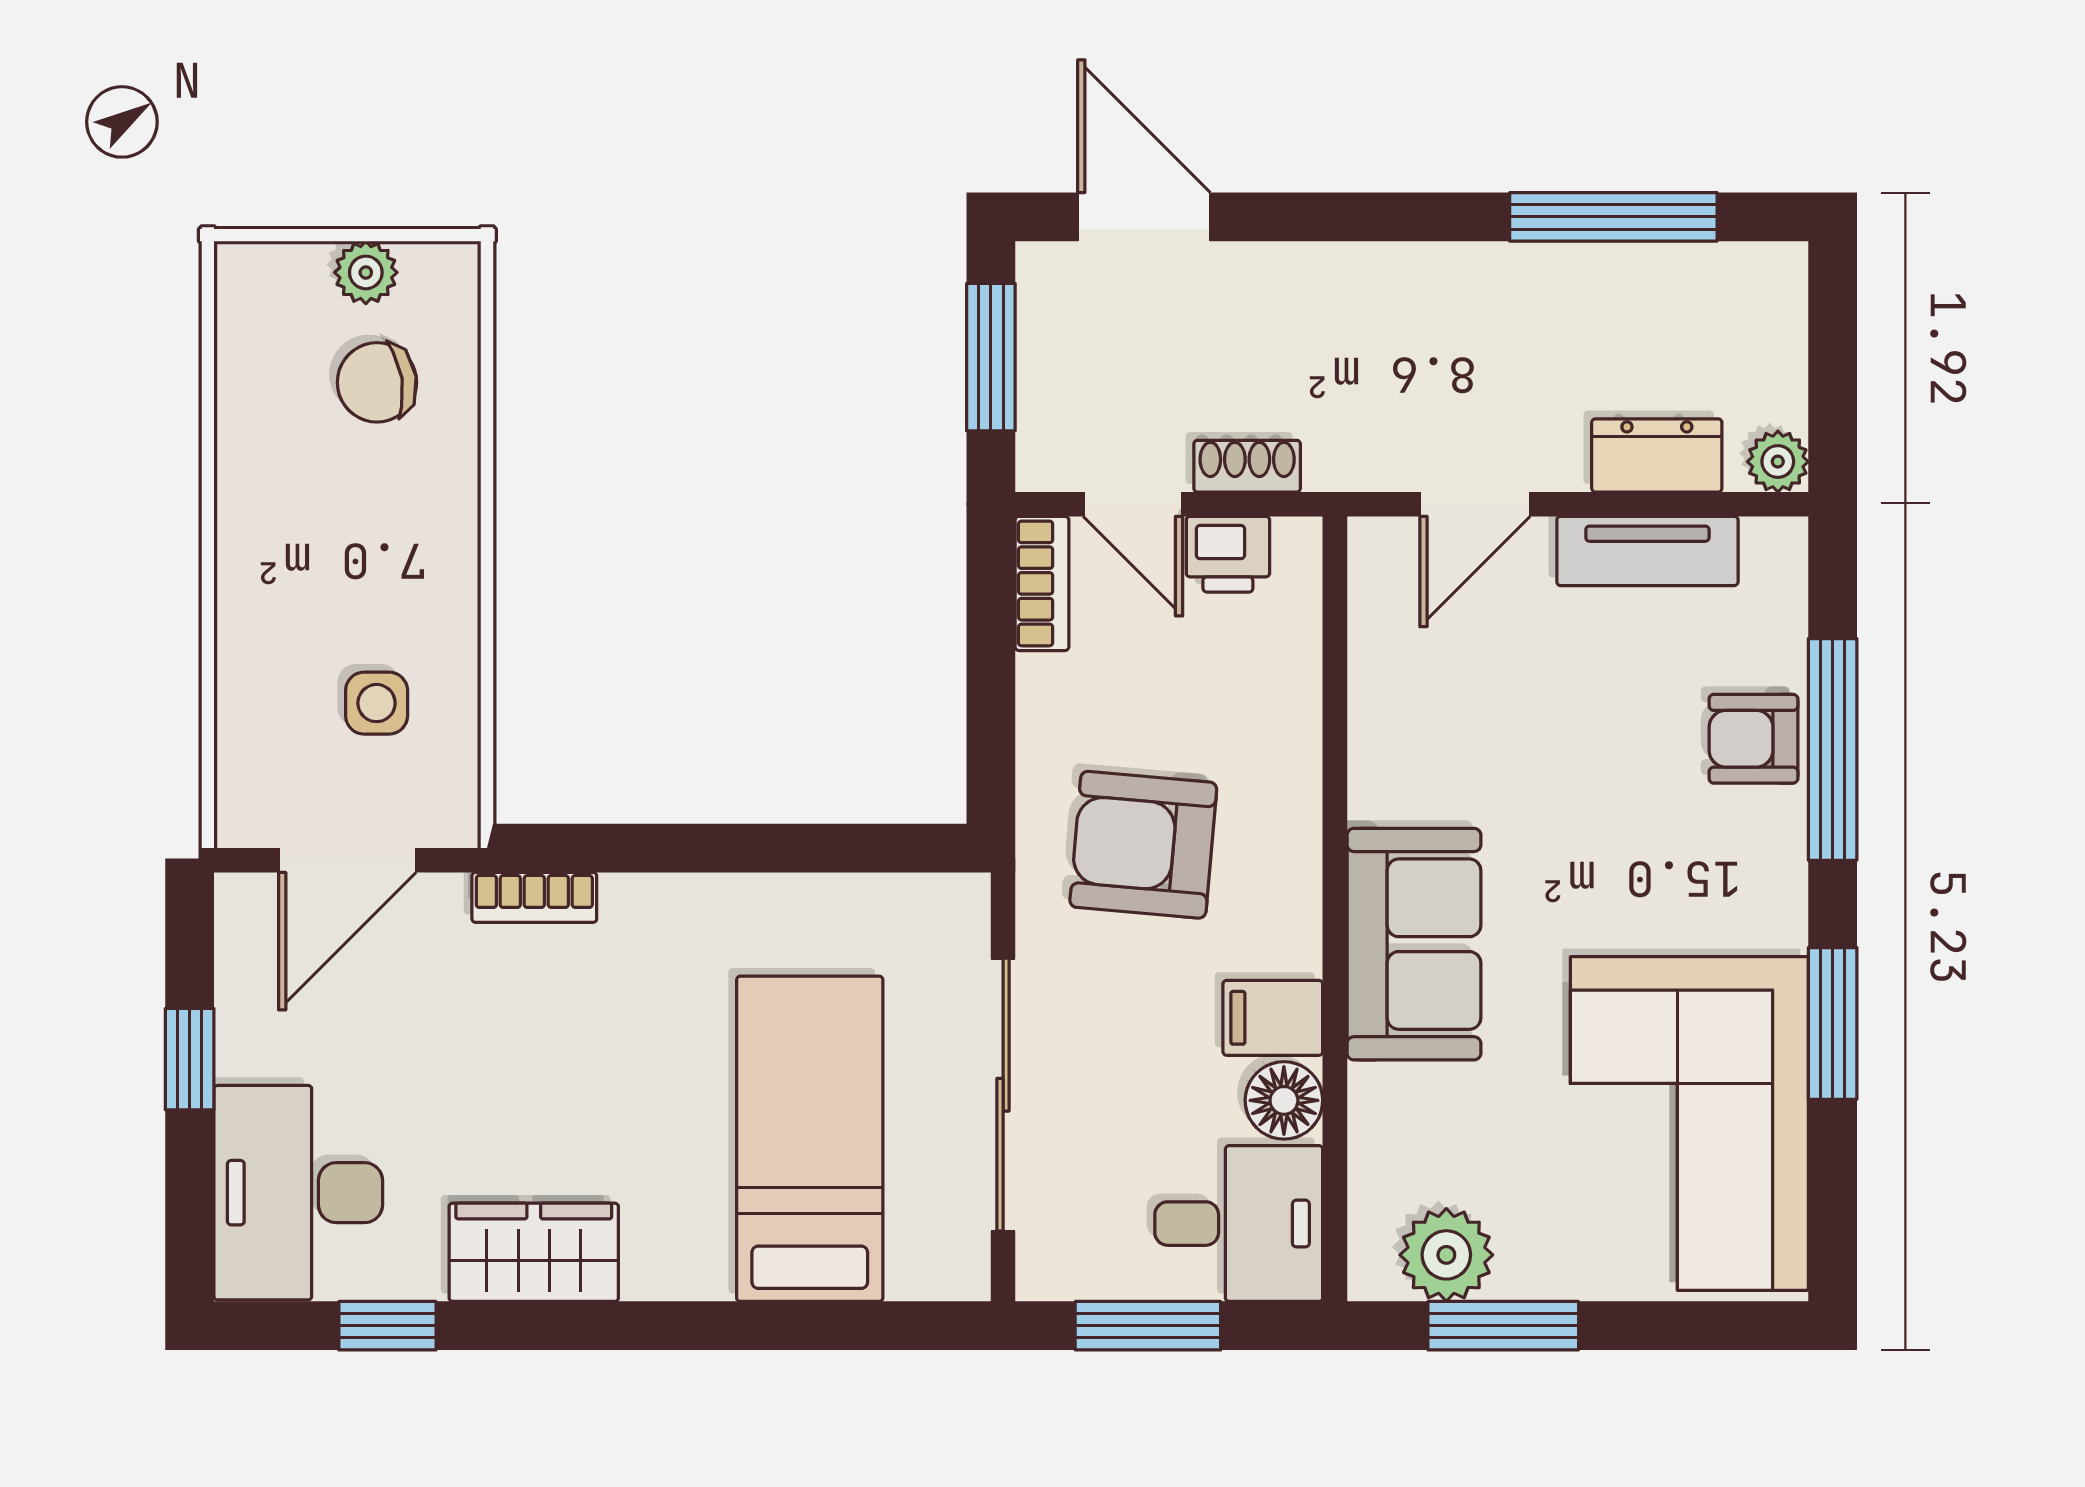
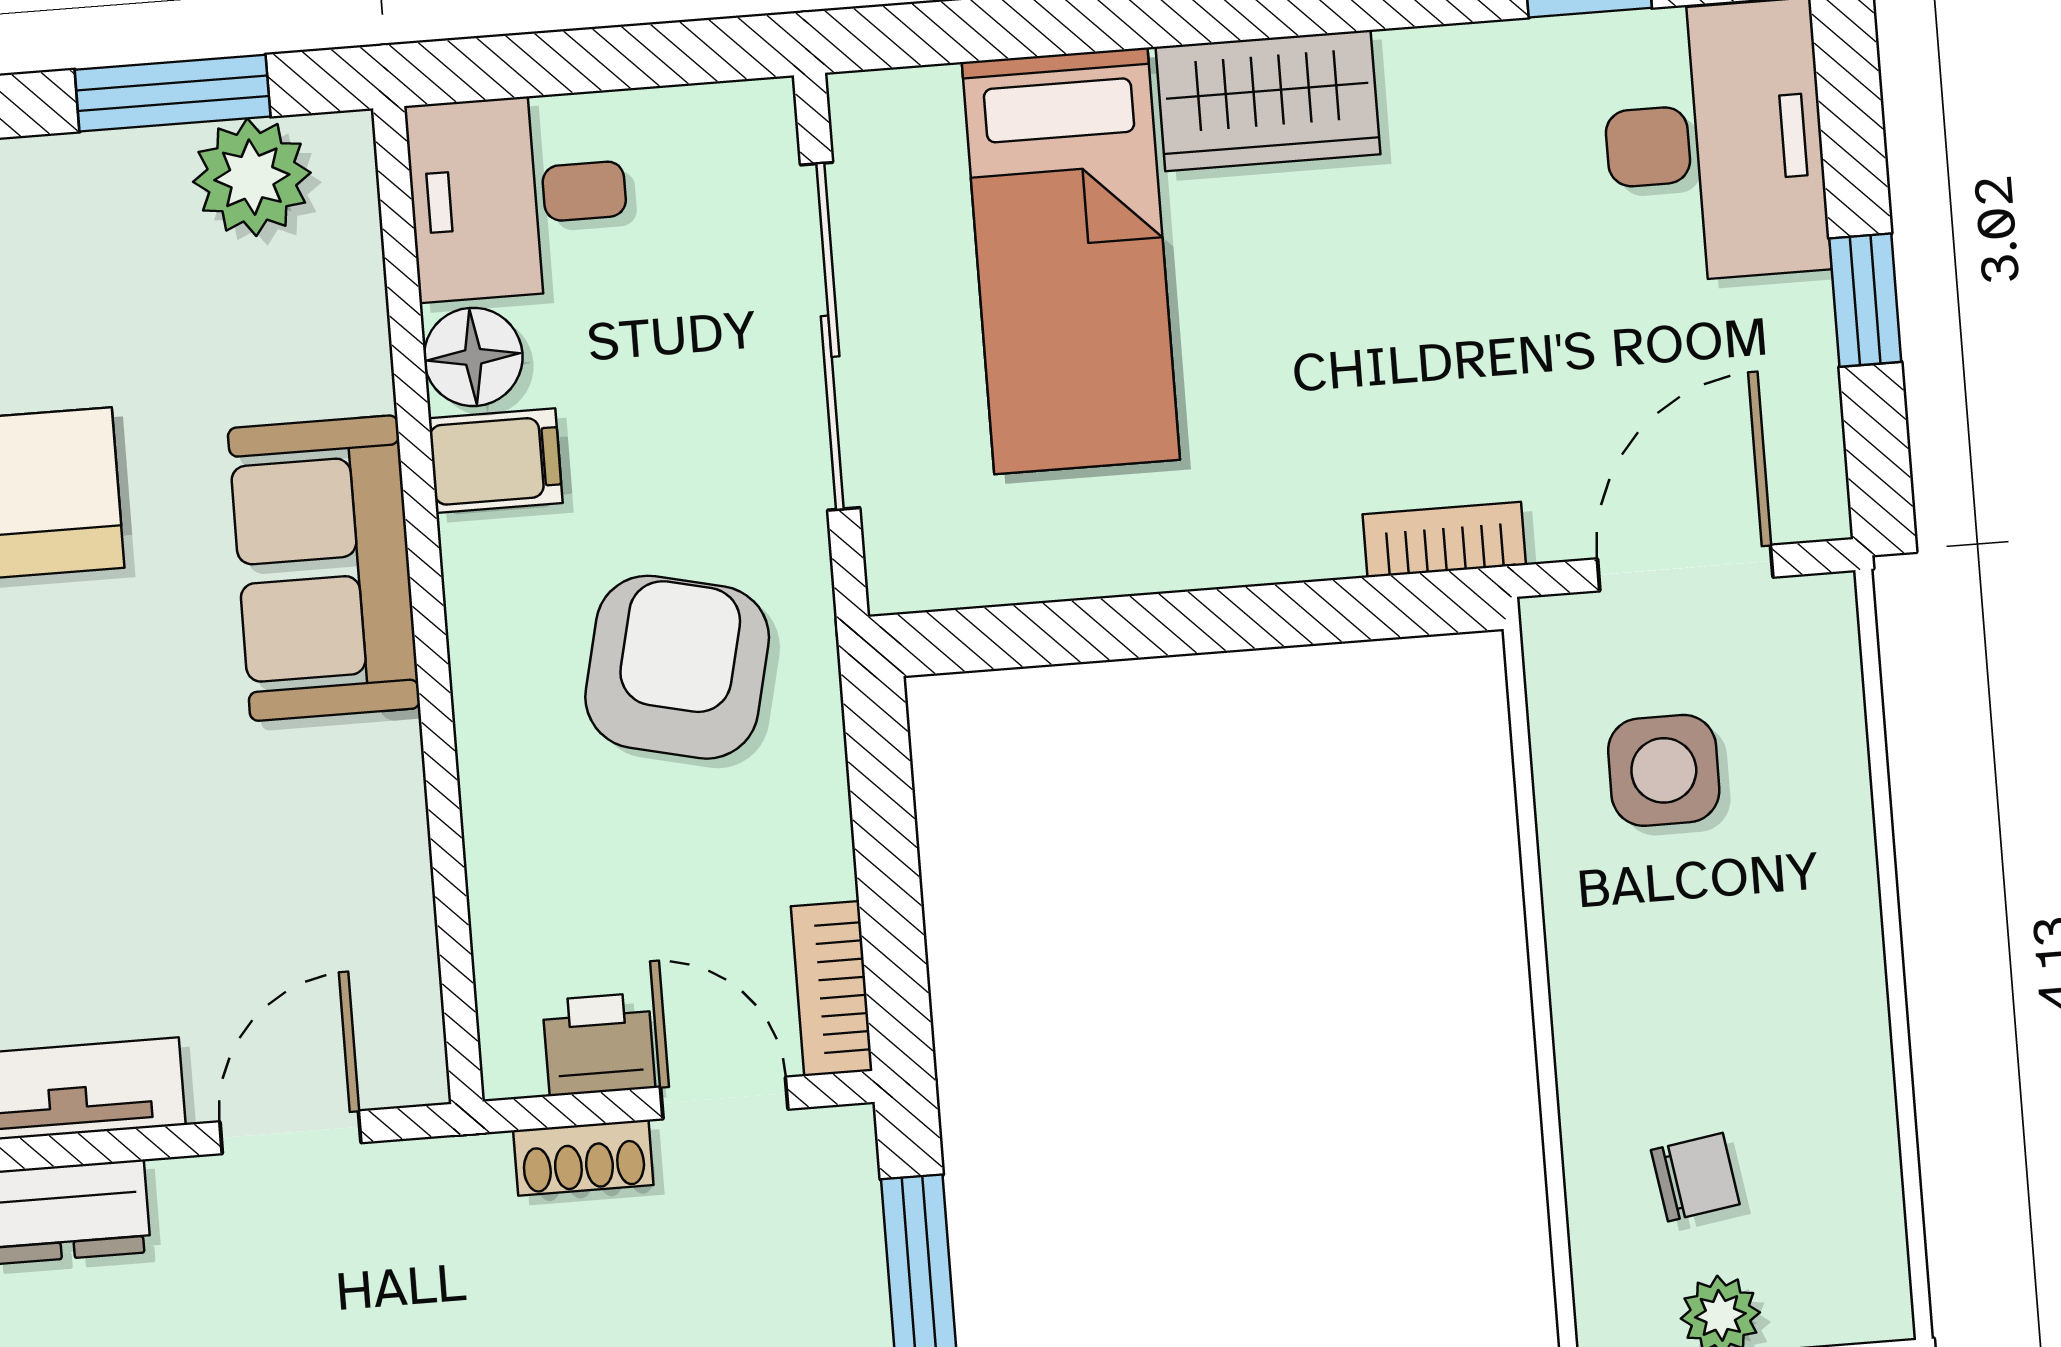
chair: (377, 382) -> (1695, 1177), width x0.73, depth x0.73
side table: (377, 703) -> (1664, 770), width x1.37, depth x1.37
armchair: (1143, 845) -> (677, 667), turned -82
wardrobe: (534, 1252) -> (1268, 101), moved
window: (1148, 1326) -> (623, 58), removed

